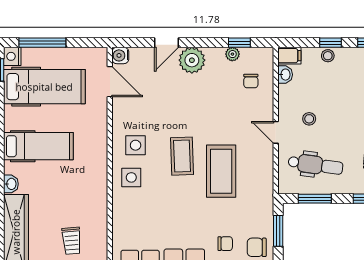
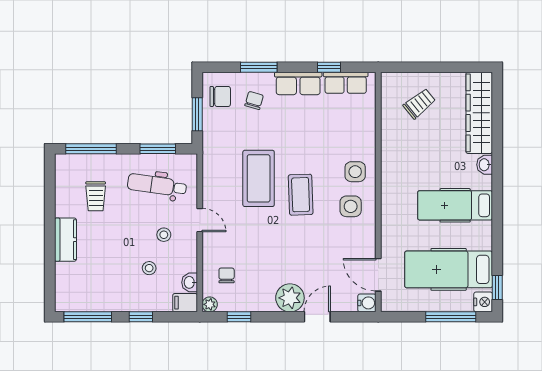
plant: (232, 54) -> (210, 304), moved
stool: (328, 56) -> (149, 268), moved
trolley: (72, 241) -> (419, 104), turned 56
chair: (225, 244) -> (254, 100), turned 106

